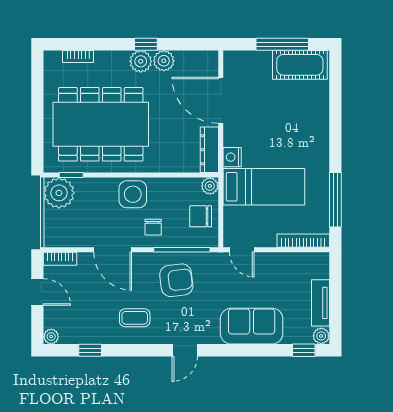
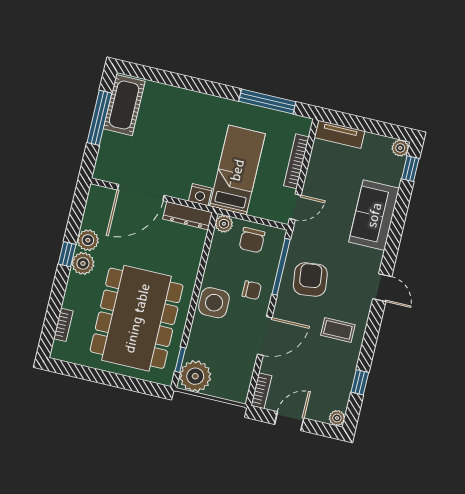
bookcase: (303, 241) -> (296, 161), moved
tv unit: (320, 303) -> (339, 134), moved
coffee table: (135, 318) -> (338, 330), turned 90

